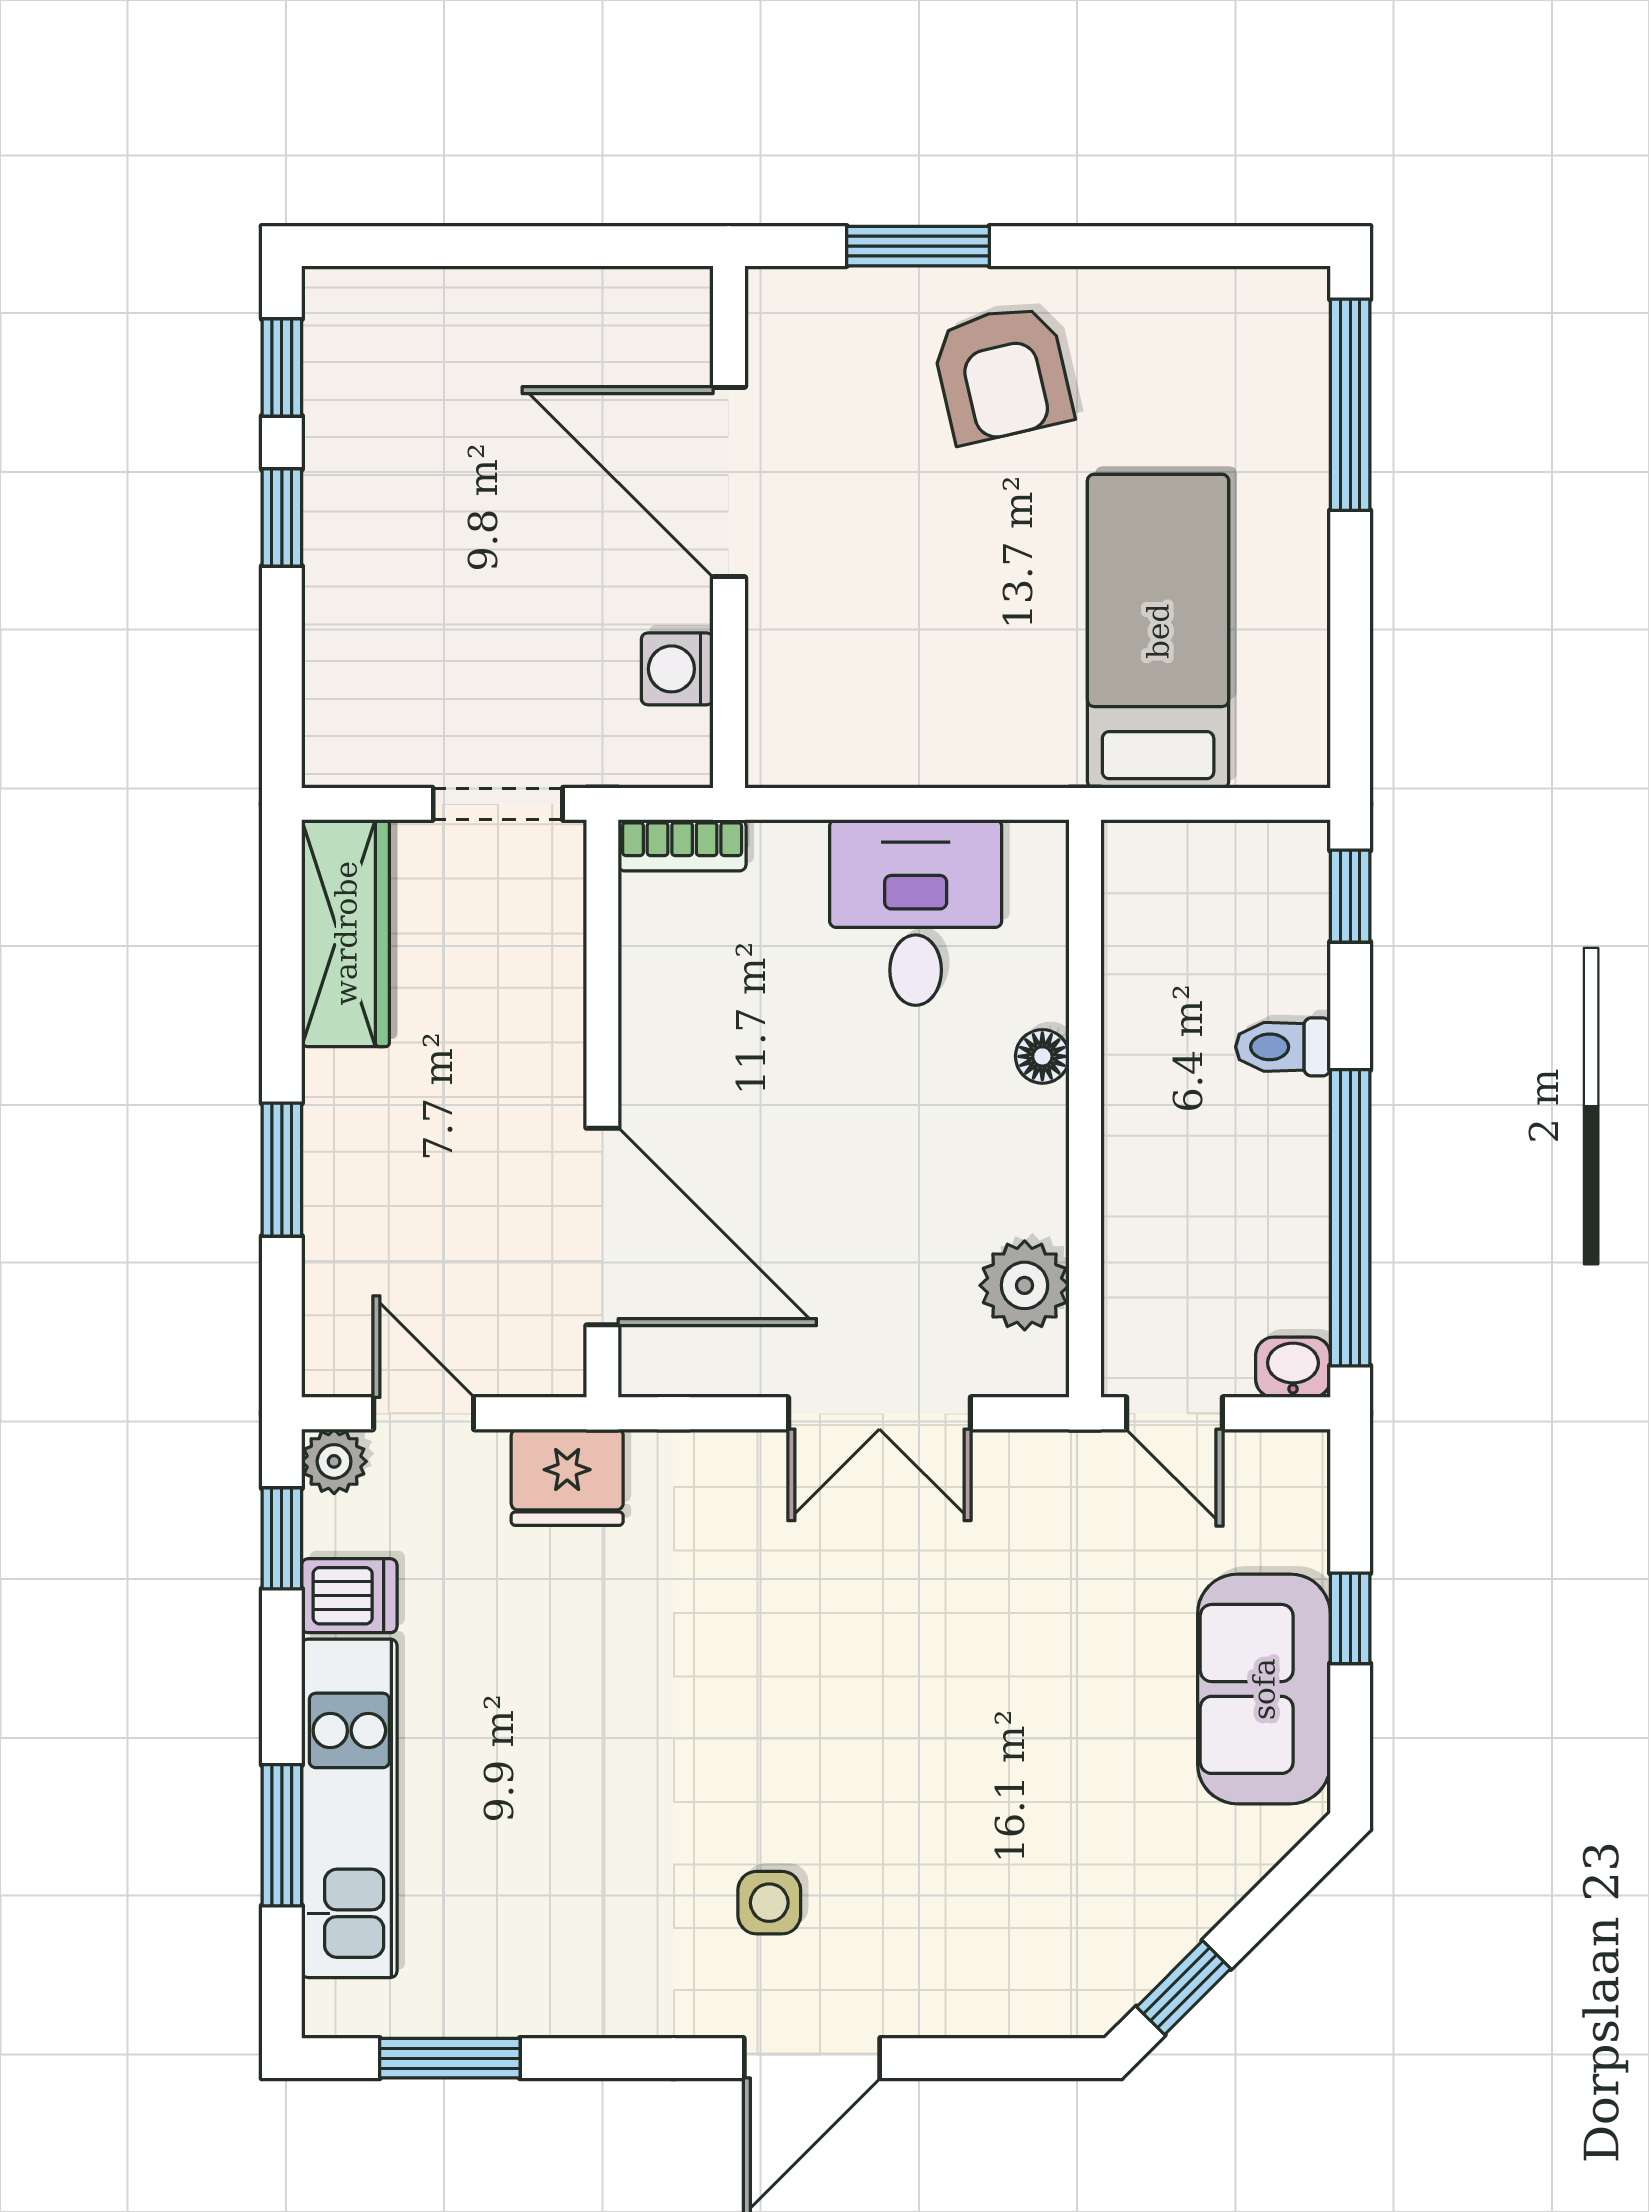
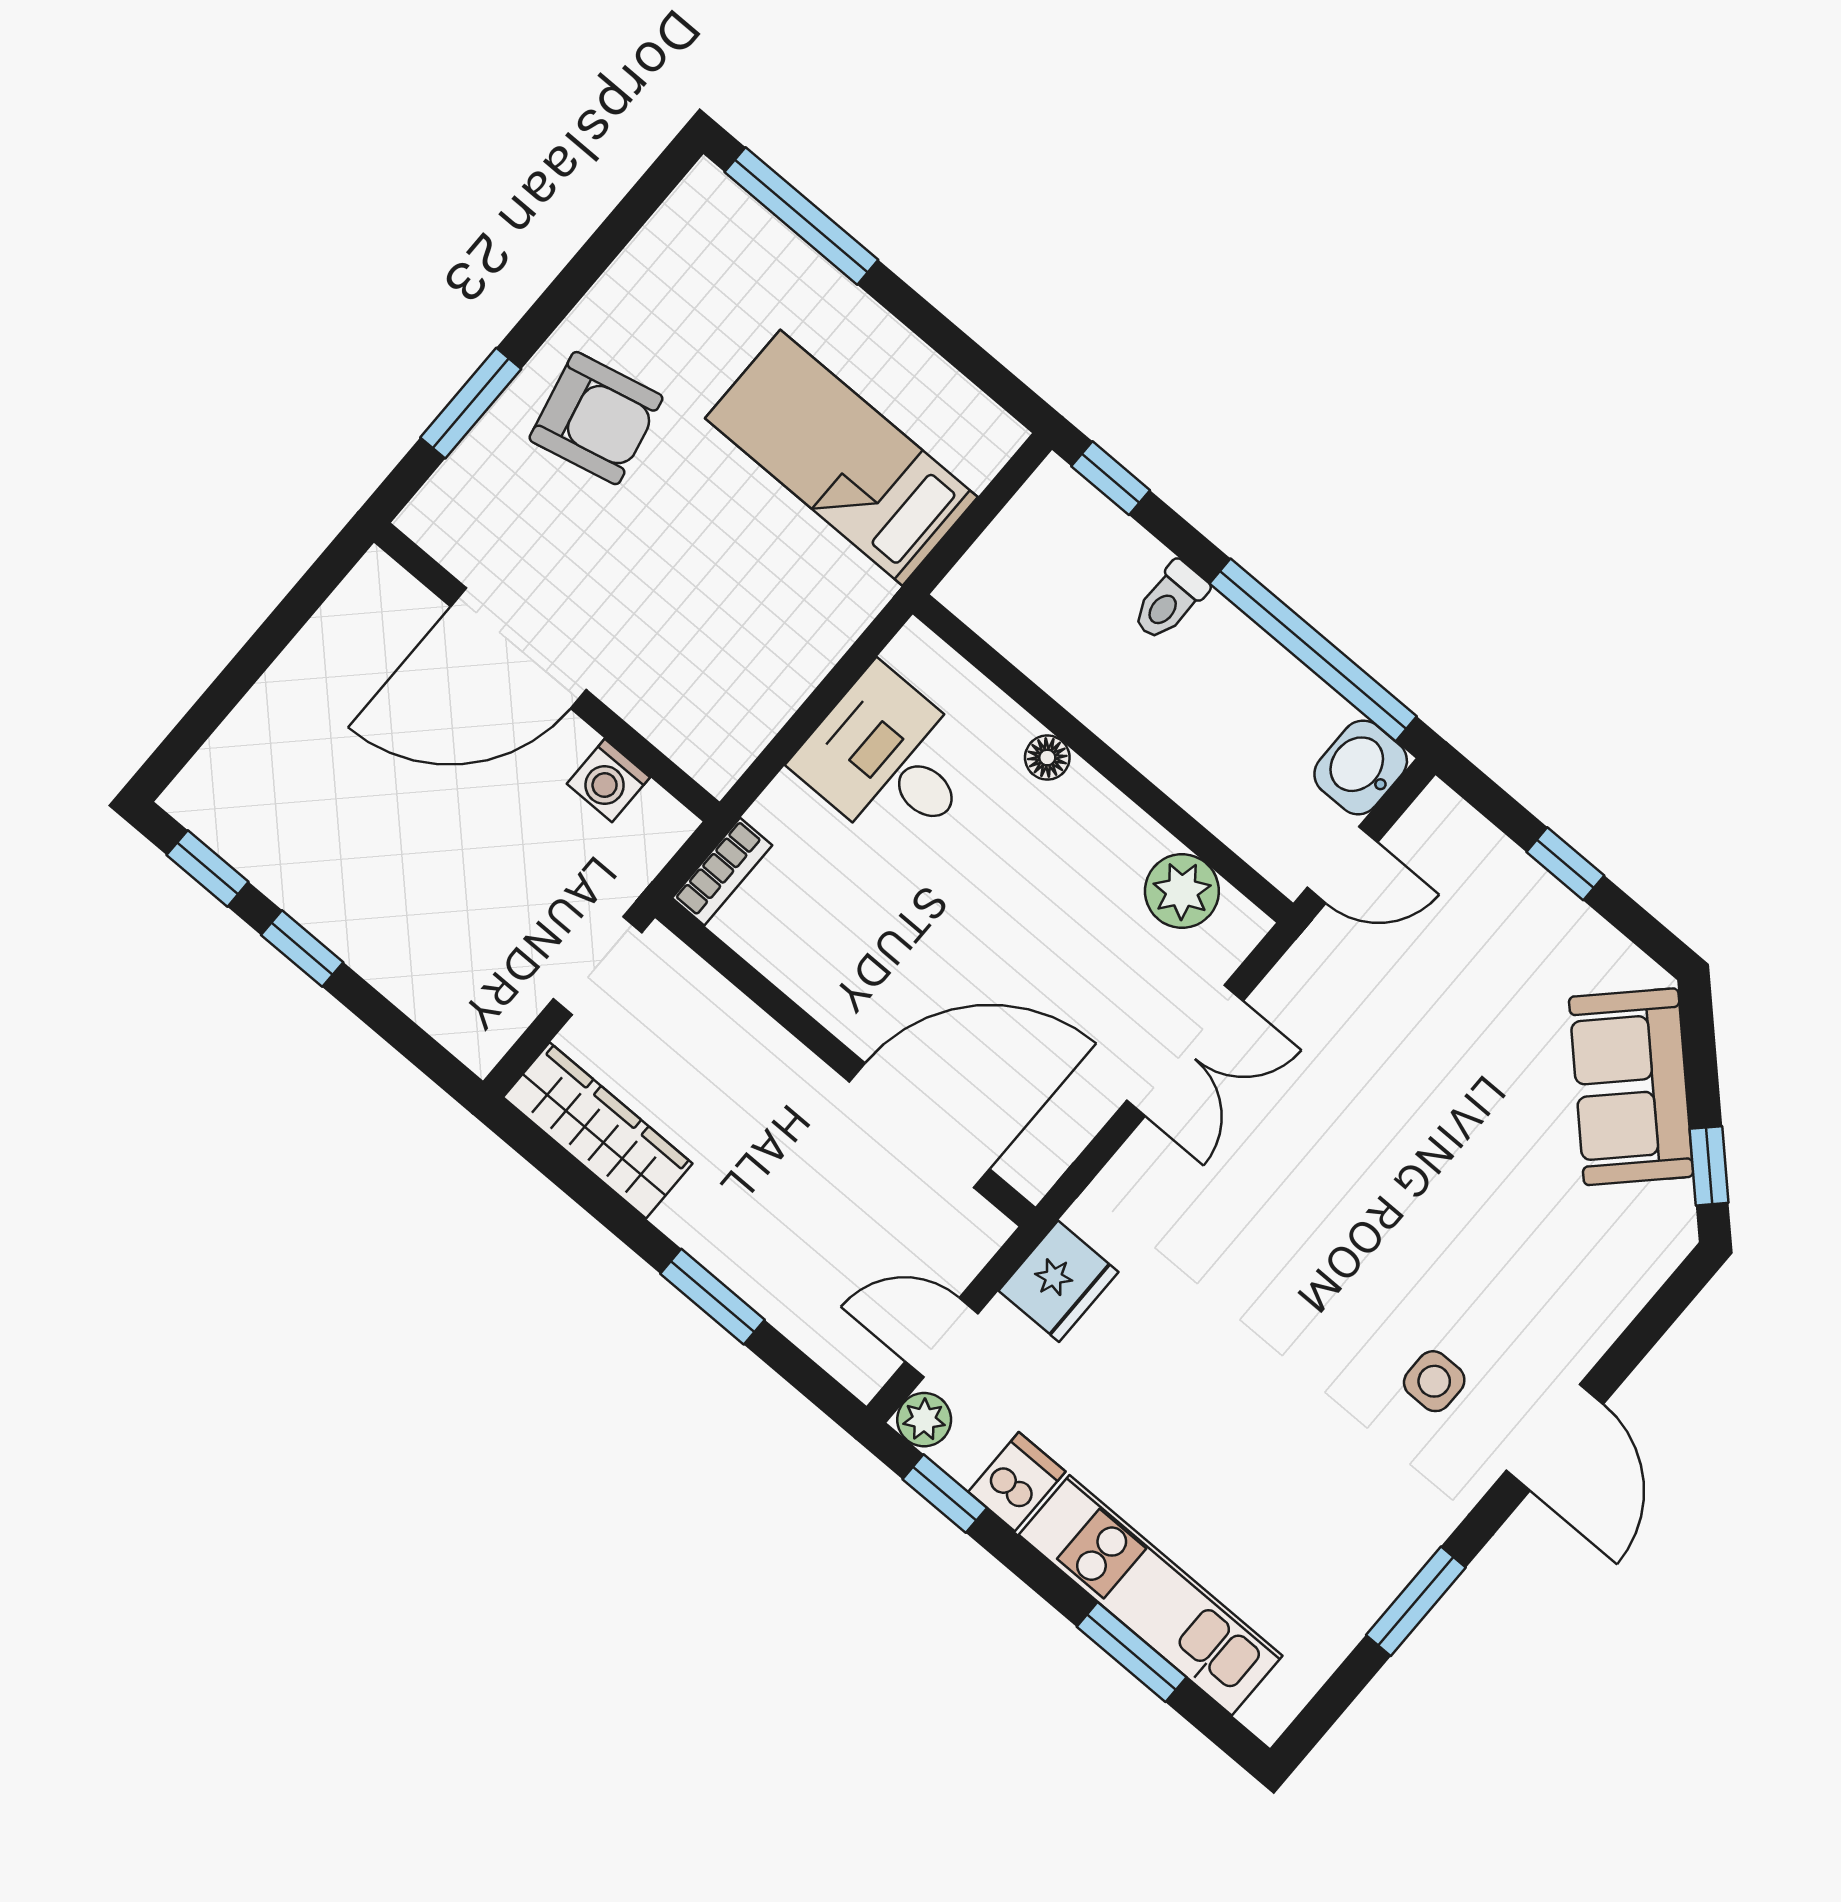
washbasin: (1293, 1367) -> (1361, 767), width x1.38, depth x1.45
sofa: (1264, 1689) -> (1631, 1087), moved, turned 45
window: (450, 2058) -> (1416, 1601), moved

